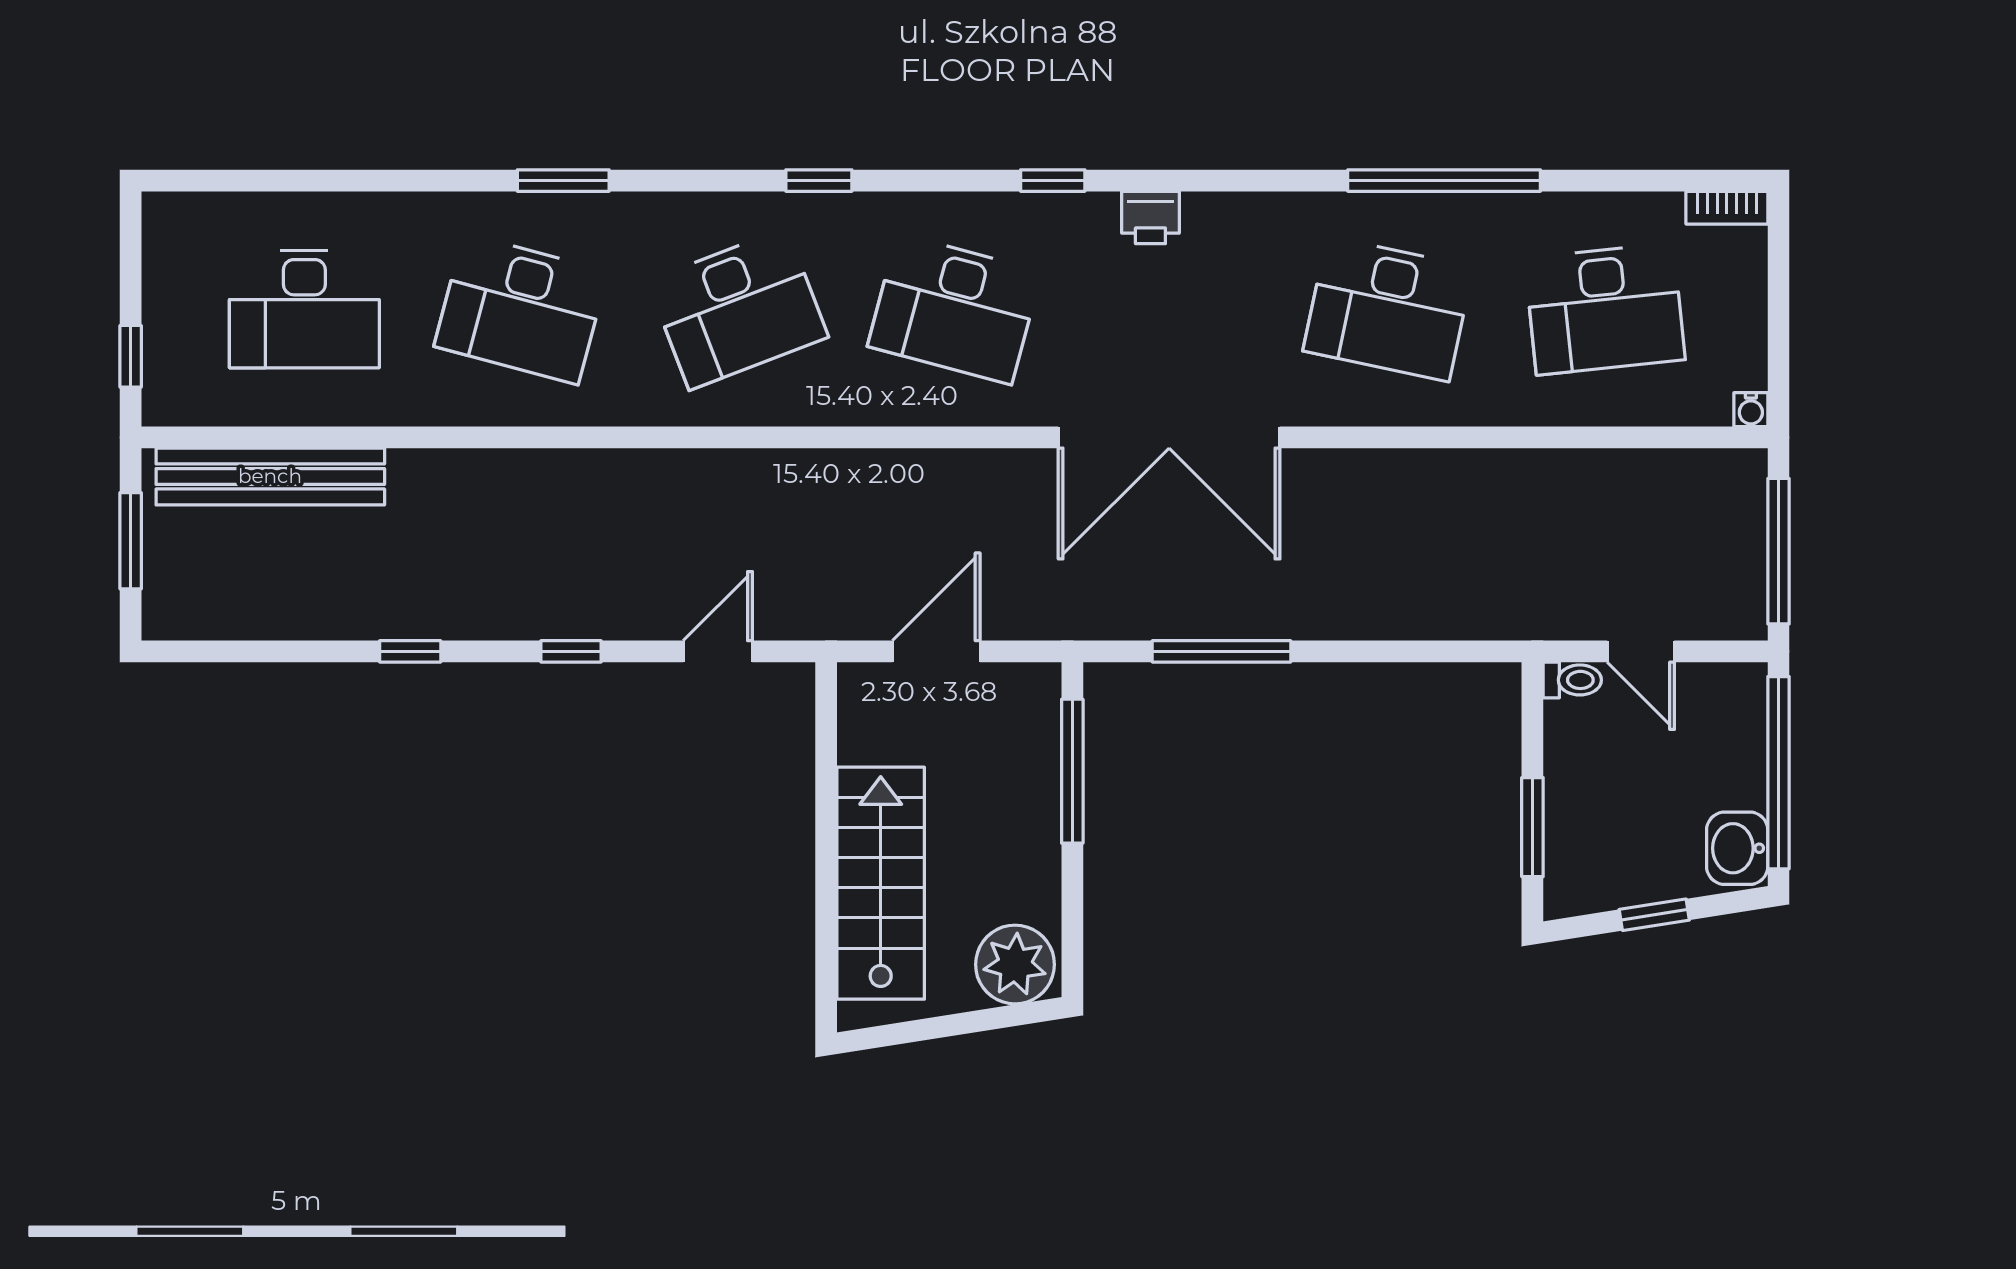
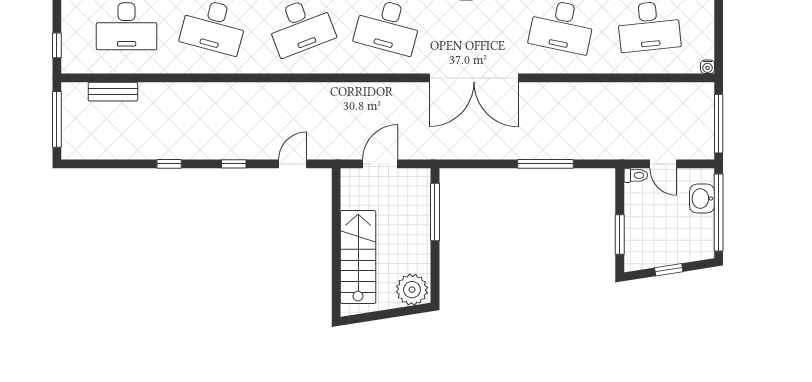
bench: (270, 476) -> (113, 92), width x0.54, depth x0.82
window: (131, 541) -> (57, 119), width x1.44
window: (1222, 651) -> (546, 164), moved
washbasin: (1737, 848) -> (702, 199), moved

